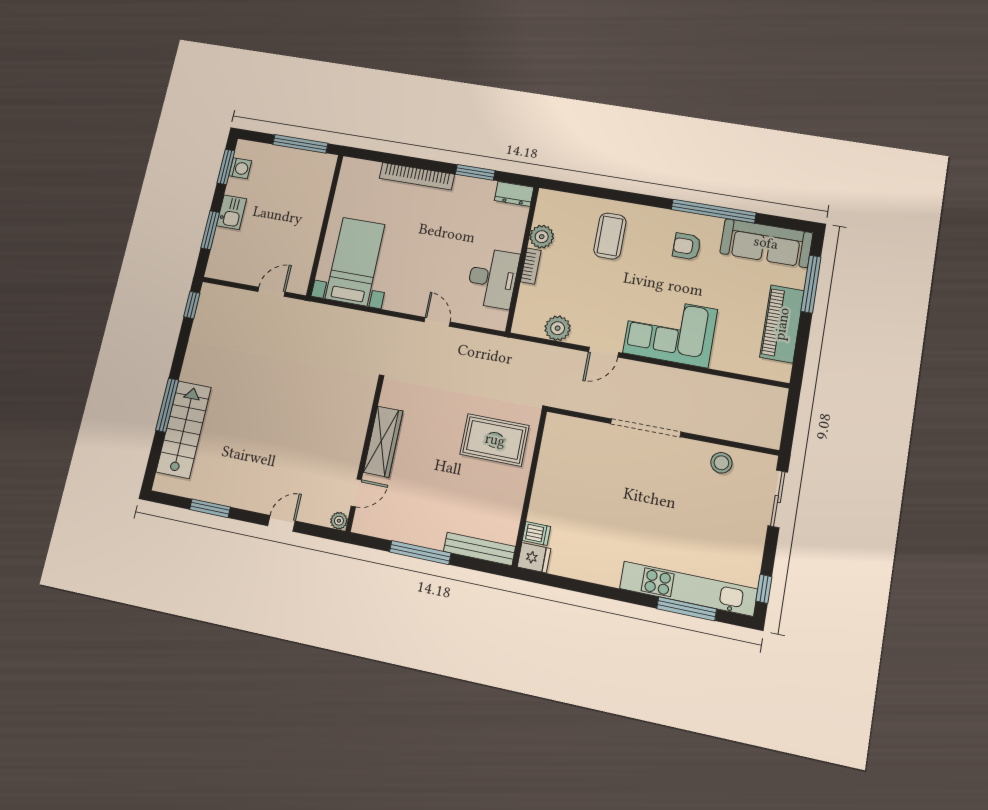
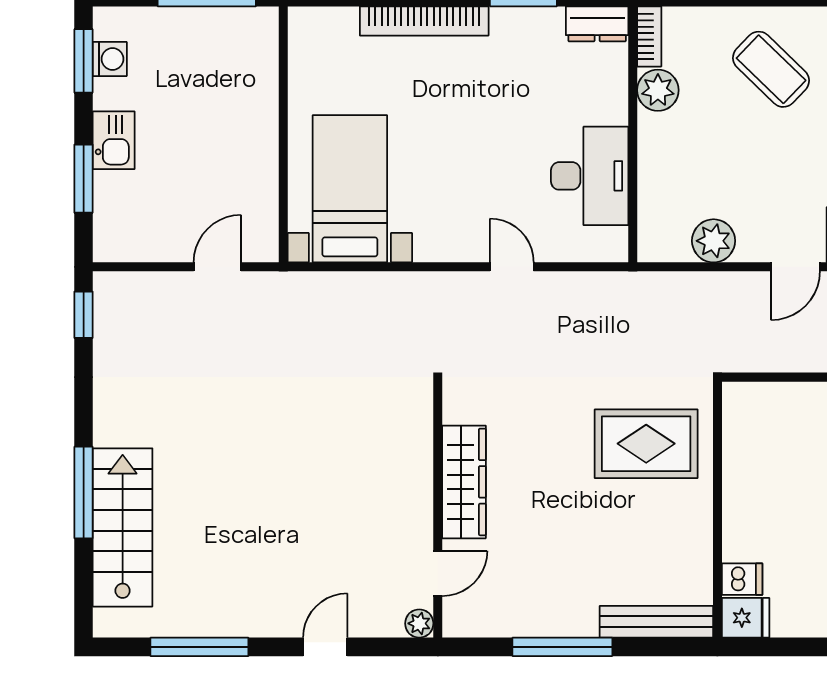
coffee table: (610, 236) -> (771, 69), turned -46
bookcase: (531, 266) -> (649, 36), moved
window: (210, 508) -> (199, 647), width x1.44

